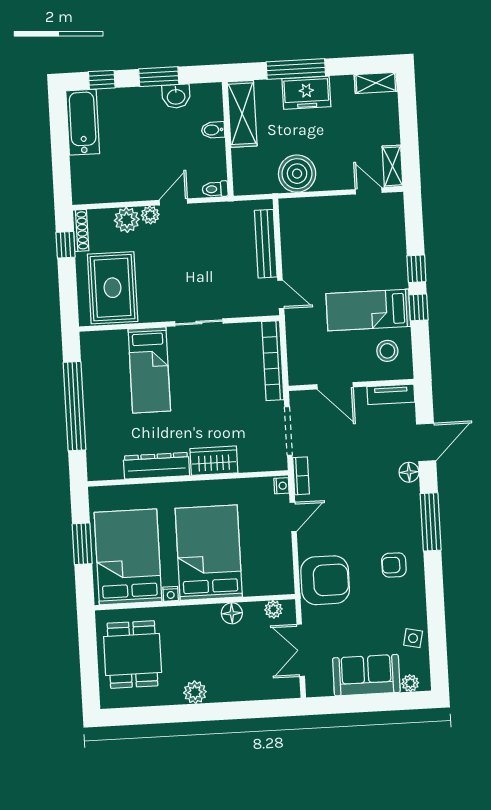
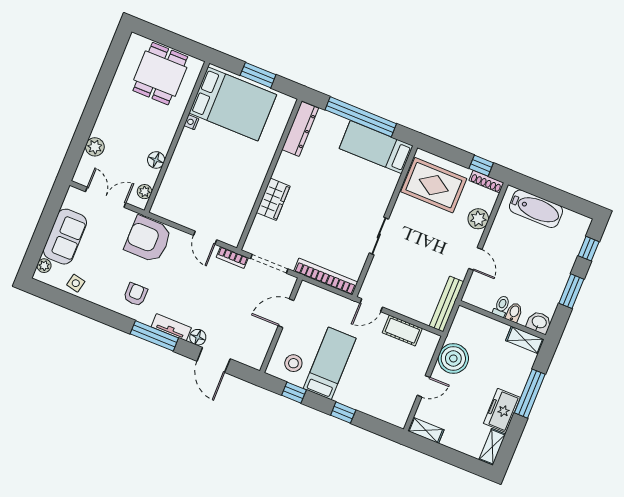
freezer: (306, 93) -> (502, 410), moved
washbasin: (176, 96) -> (539, 322), moved, turned 90
shelving: (242, 114) -> (525, 340), width x0.67, depth x0.75
bathtub: (83, 122) -> (536, 209), moved
toilet: (215, 189) -> (501, 306), moved
door: (369, 191) -> (424, 386), moved
plant: (150, 215) -> (474, 237), removed
bench: (266, 244) -> (446, 304), moved, turned 90
cot: (293, 246) -> (402, 331), added
window: (419, 307) -> (294, 393), moved
bed: (149, 370) -> (376, 147), moved
tv unit: (391, 394) -> (171, 327), moved, turned 90
dresser: (156, 466) -> (300, 129), moved
nightstand: (281, 486) -> (232, 240), removed
bed: (209, 553) -> (208, 164), removed
armchair: (325, 580) -> (148, 239), turned 90
dining table: (133, 654) -> (160, 74), turned 90
plant: (195, 692) -> (95, 147), moved

